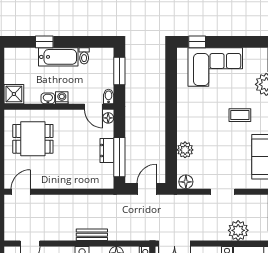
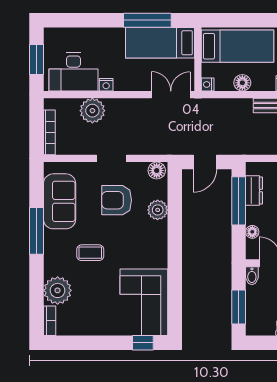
corner sofa: (215, 67) -> (144, 302), moved, turned -90
floor lamp: (108, 118) -> (252, 232), moved
dresser: (107, 151) -> (254, 191), moved
armchair: (218, 158) -> (117, 200), added

